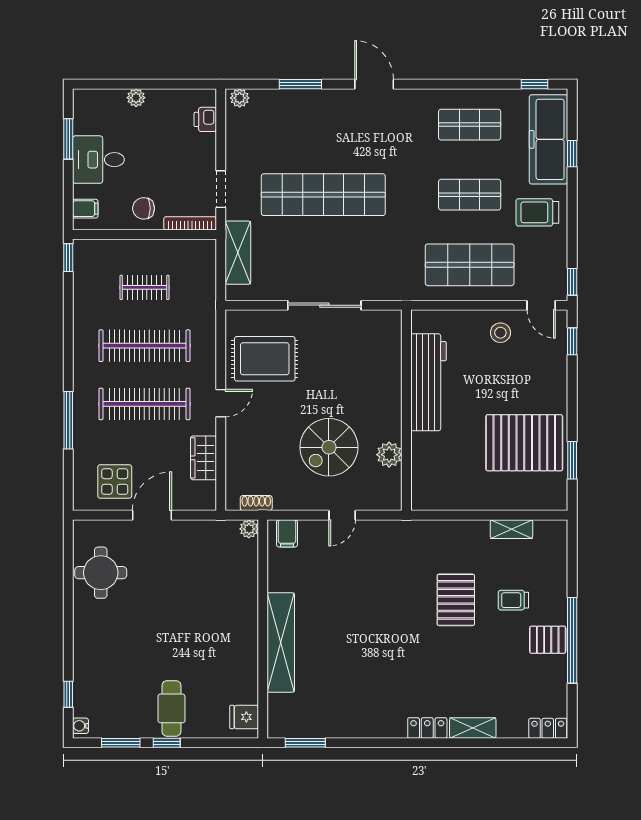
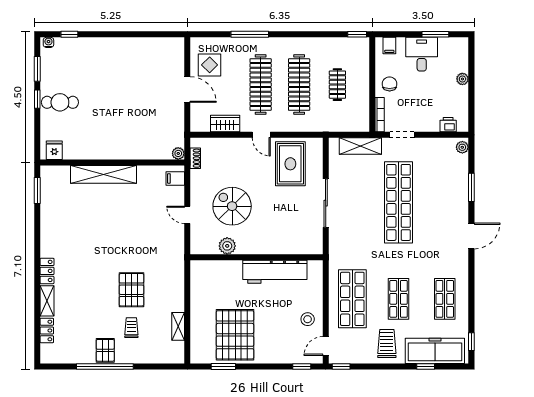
round table: (101, 573) -> (149, 56), removed
pallet: (456, 600) -> (131, 290), turned 90
locker: (548, 728) -> (47, 331), moved

